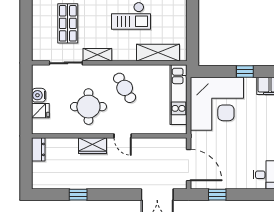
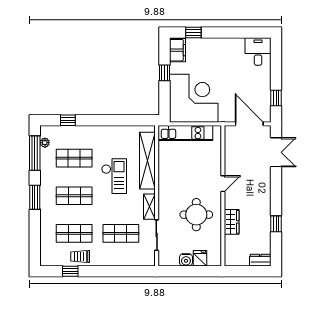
shelving: (158, 53) -> (147, 161), width x1.47
cafe table: (125, 88) -> (179, 182), removed
wardrobe: (93, 146) -> (232, 222), moved
dresser: (38, 149) -> (260, 260), moved
door: (189, 165) -> (249, 124), hinge flipped

